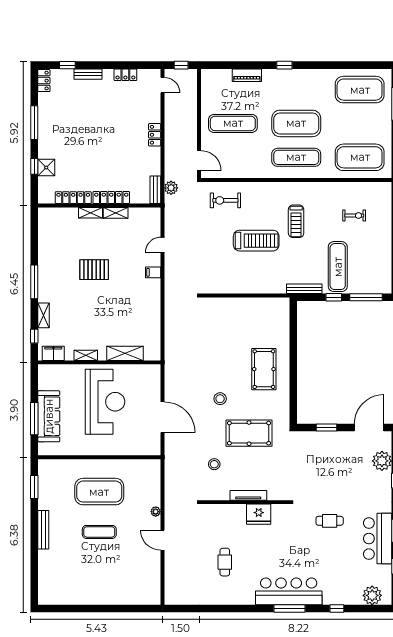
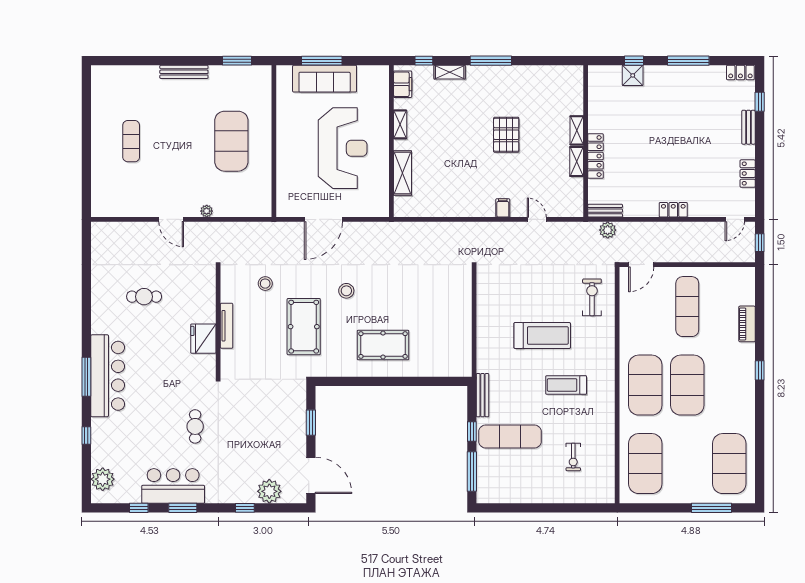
exercise mat: (296, 157) -> (645, 385), width x1.47
locker: (73, 198) -> (595, 109), removed
treadmill: (256, 241) -> (542, 335), turned -90
reception desk: (105, 402) -> (343, 148), turned -90
exercise mat: (99, 532) -> (131, 141), moved
door: (162, 540) -> (171, 219), swing flipped

